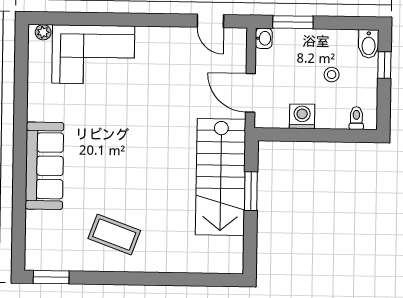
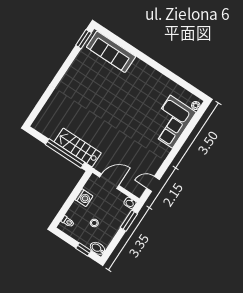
sofa: (44, 166) -> (111, 52), moved
stairs: (221, 177) -> (78, 147), width x0.73, depth x0.66
window: (251, 191) -> (65, 153), width x2.11
coffee table: (114, 235) -> (85, 80), removed

